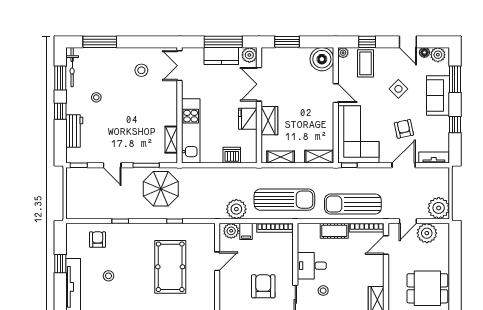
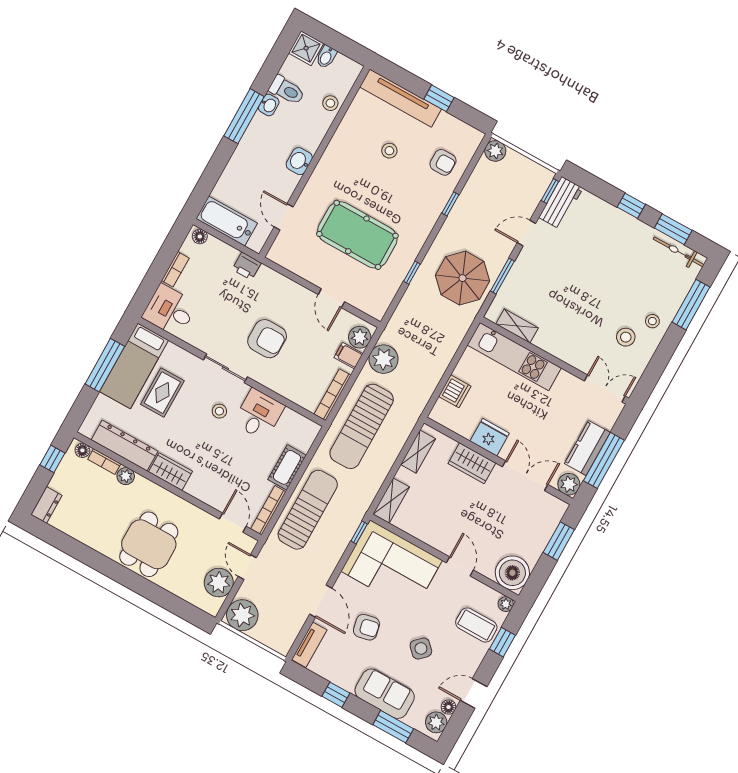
door: (336, 93) -> (460, 566), swing flipped
stool: (96, 97) -> (652, 321), moved
workbench: (74, 131) -> (561, 203), moved, turned -90
plant: (73, 212) -> (495, 151), added

